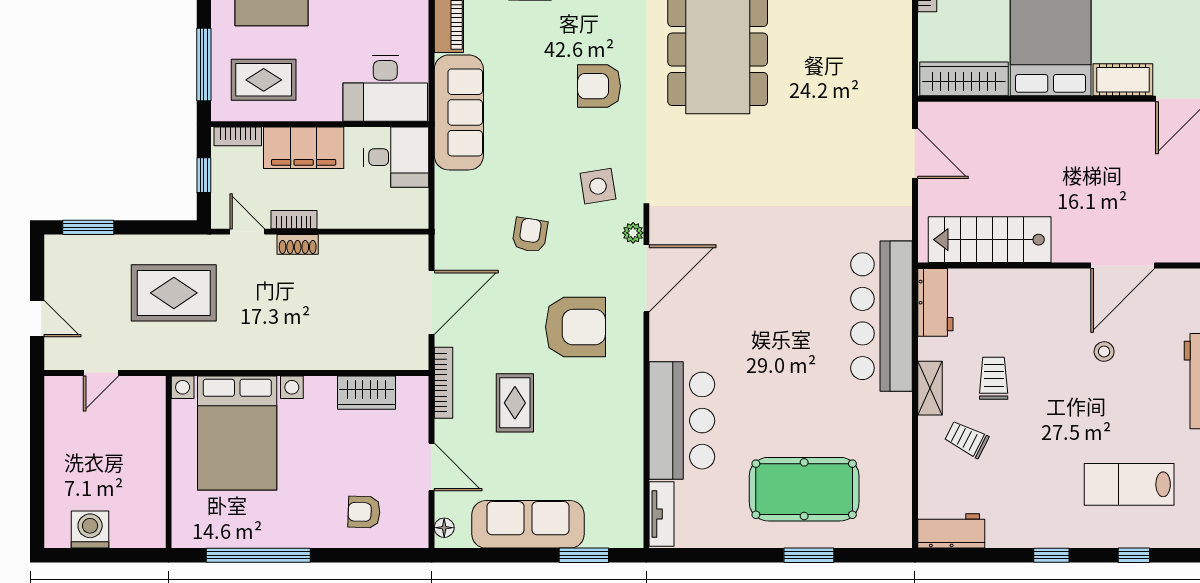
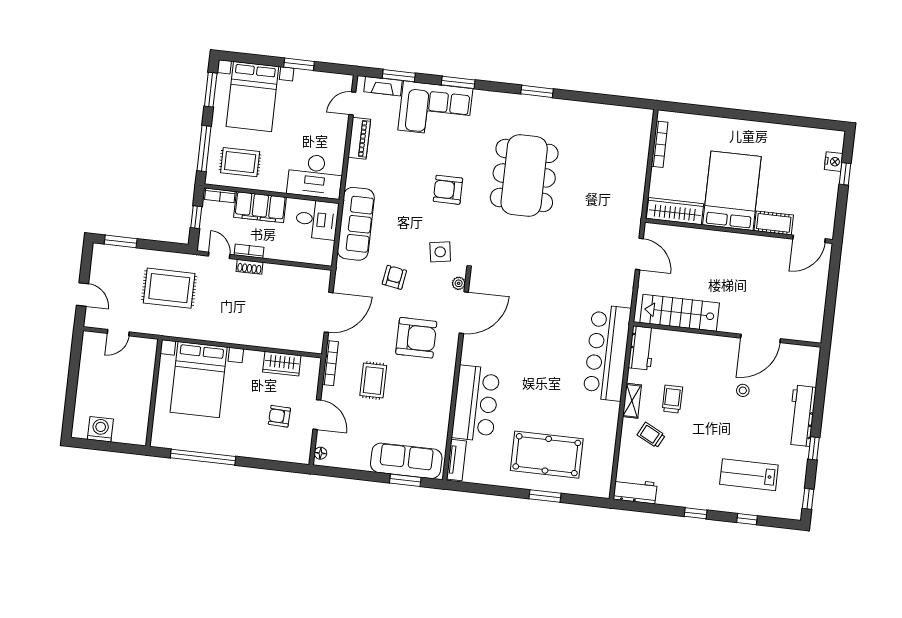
sofa: (459, 112) -> (356, 224), moved
armchair: (364, 512) -> (279, 416), moved
sofa: (528, 524) -> (406, 461), moved

